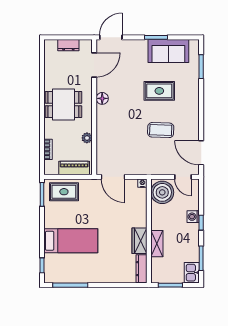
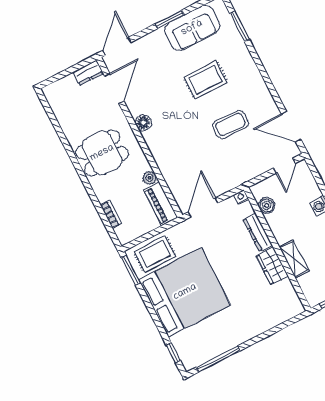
dresser: (68, 45) -> (88, 73), moved
piano: (74, 168) -> (161, 204), moved, turned -90
door: (113, 177) -> (203, 208), swing flipped
door: (183, 177) -> (284, 166), hinge flipped
boiler: (162, 192) -> (267, 205), width x0.54, depth x0.54
bed: (71, 241) -> (185, 292), width x2.04
dresser: (142, 269) -> (258, 232), moved

